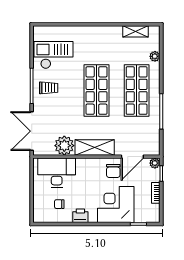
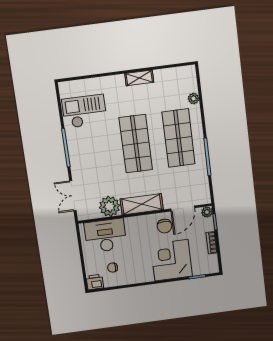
shelving: (135, 31) -> (139, 78), moved
trolley: (49, 88) -> (84, 147), removed
double door: (32, 131) -> (73, 196), width x0.73
printer: (80, 216) -> (95, 282), moved

